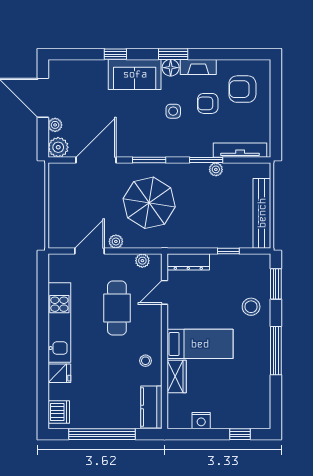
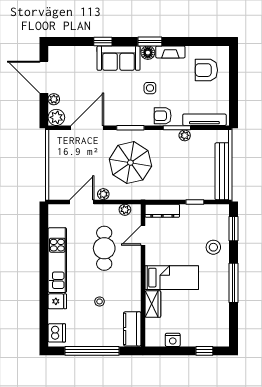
armchair: (208, 103) -> (163, 116), moved
stool: (145, 361) -> (100, 301), moved

